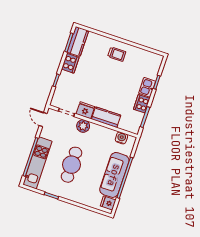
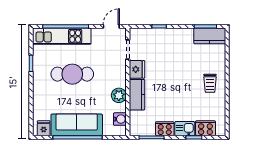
cooker: (70, 63) -> (205, 128), moved, turned 180
plant: (83, 126) -> (119, 95), moved

